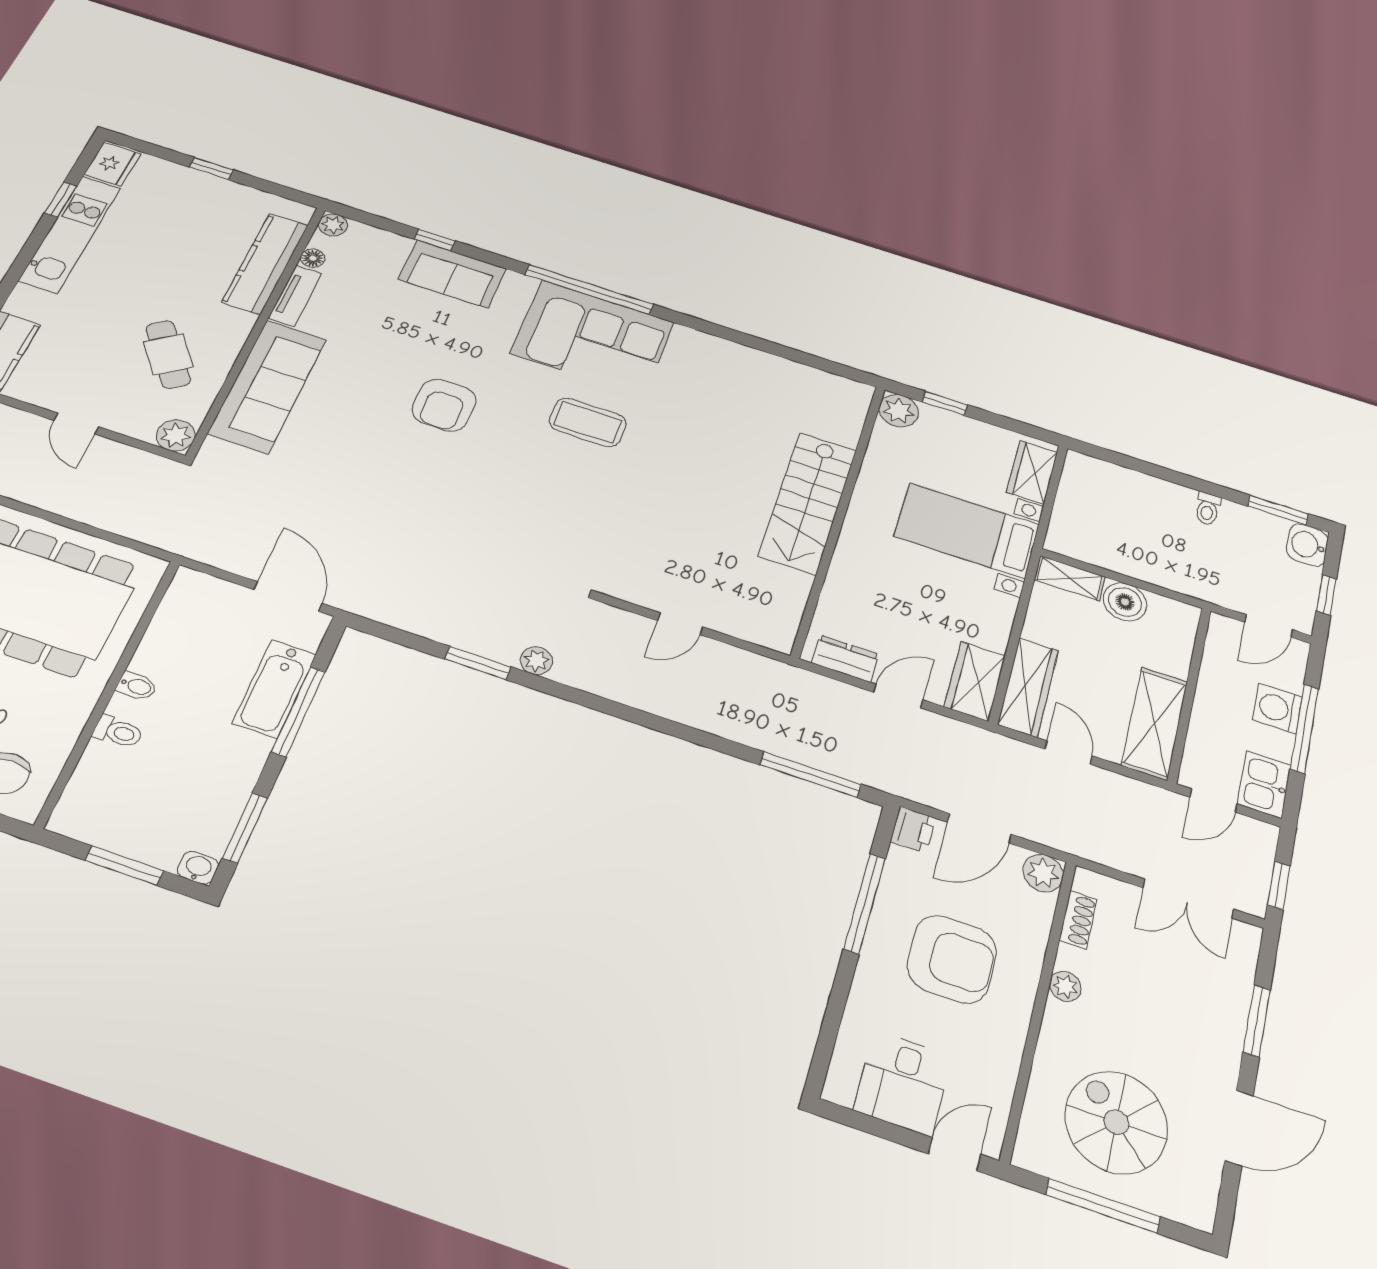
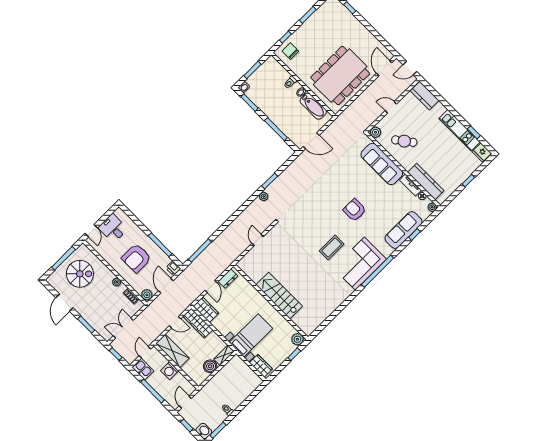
sofa: (452, 274) -> (403, 230), width x1.36
bathtub: (274, 689) -> (313, 106), moved, turned 180
washing machine: (1277, 709) -> (170, 371), moved, turned 180

